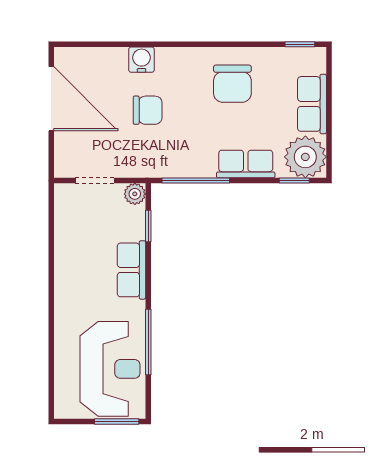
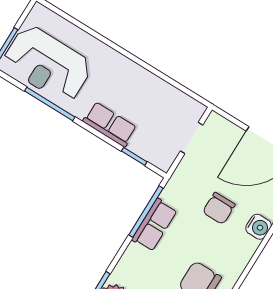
row of seats: (246, 164) -> (154, 225), moved
plant: (135, 194) -> (164, 161), removed

